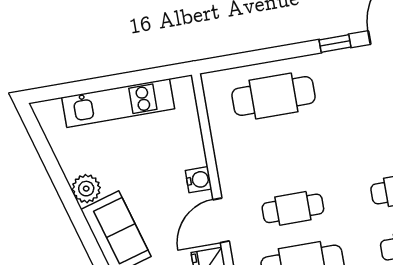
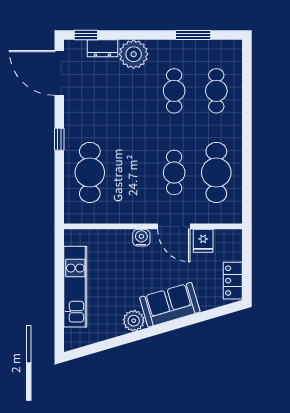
window: (335, 44) -> (59, 139), moved

